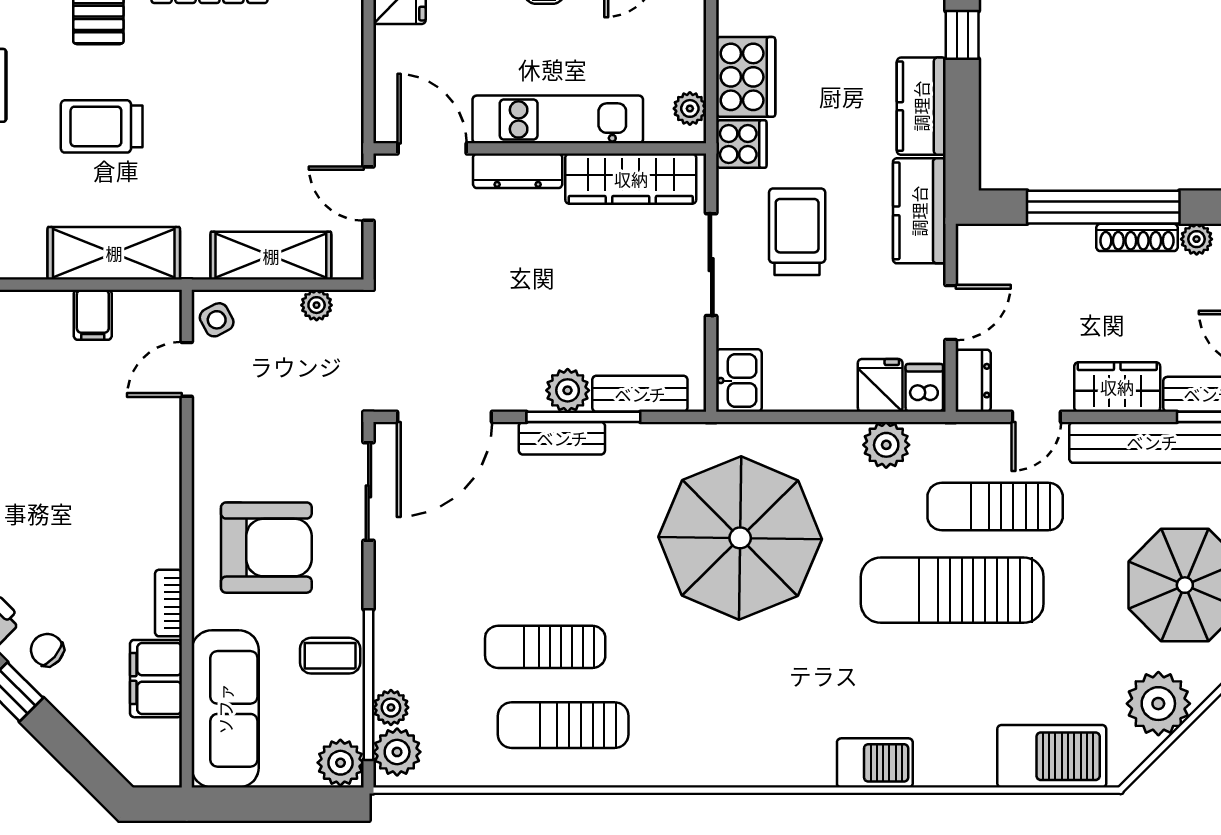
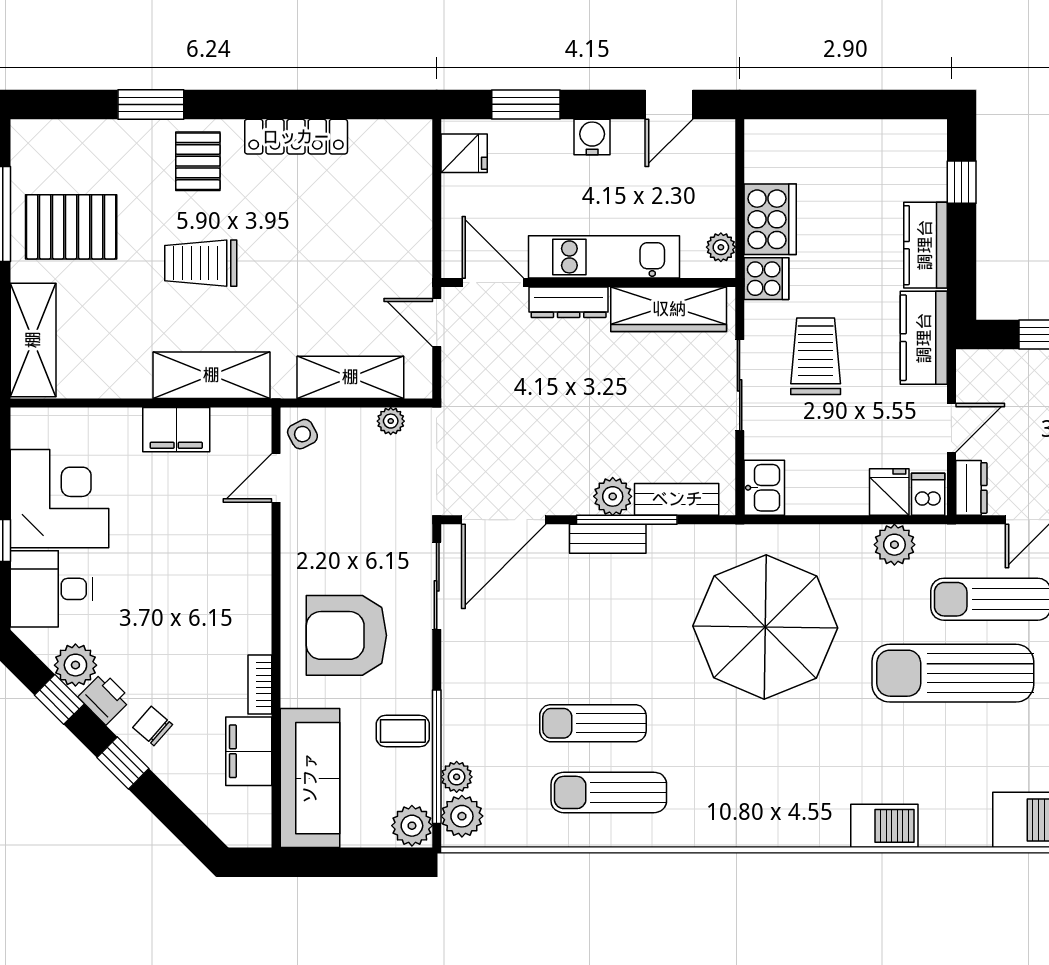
filing cabinet: (93, 315) -> (176, 430), width x2.00
armchair: (266, 548) -> (346, 635), turned 180

